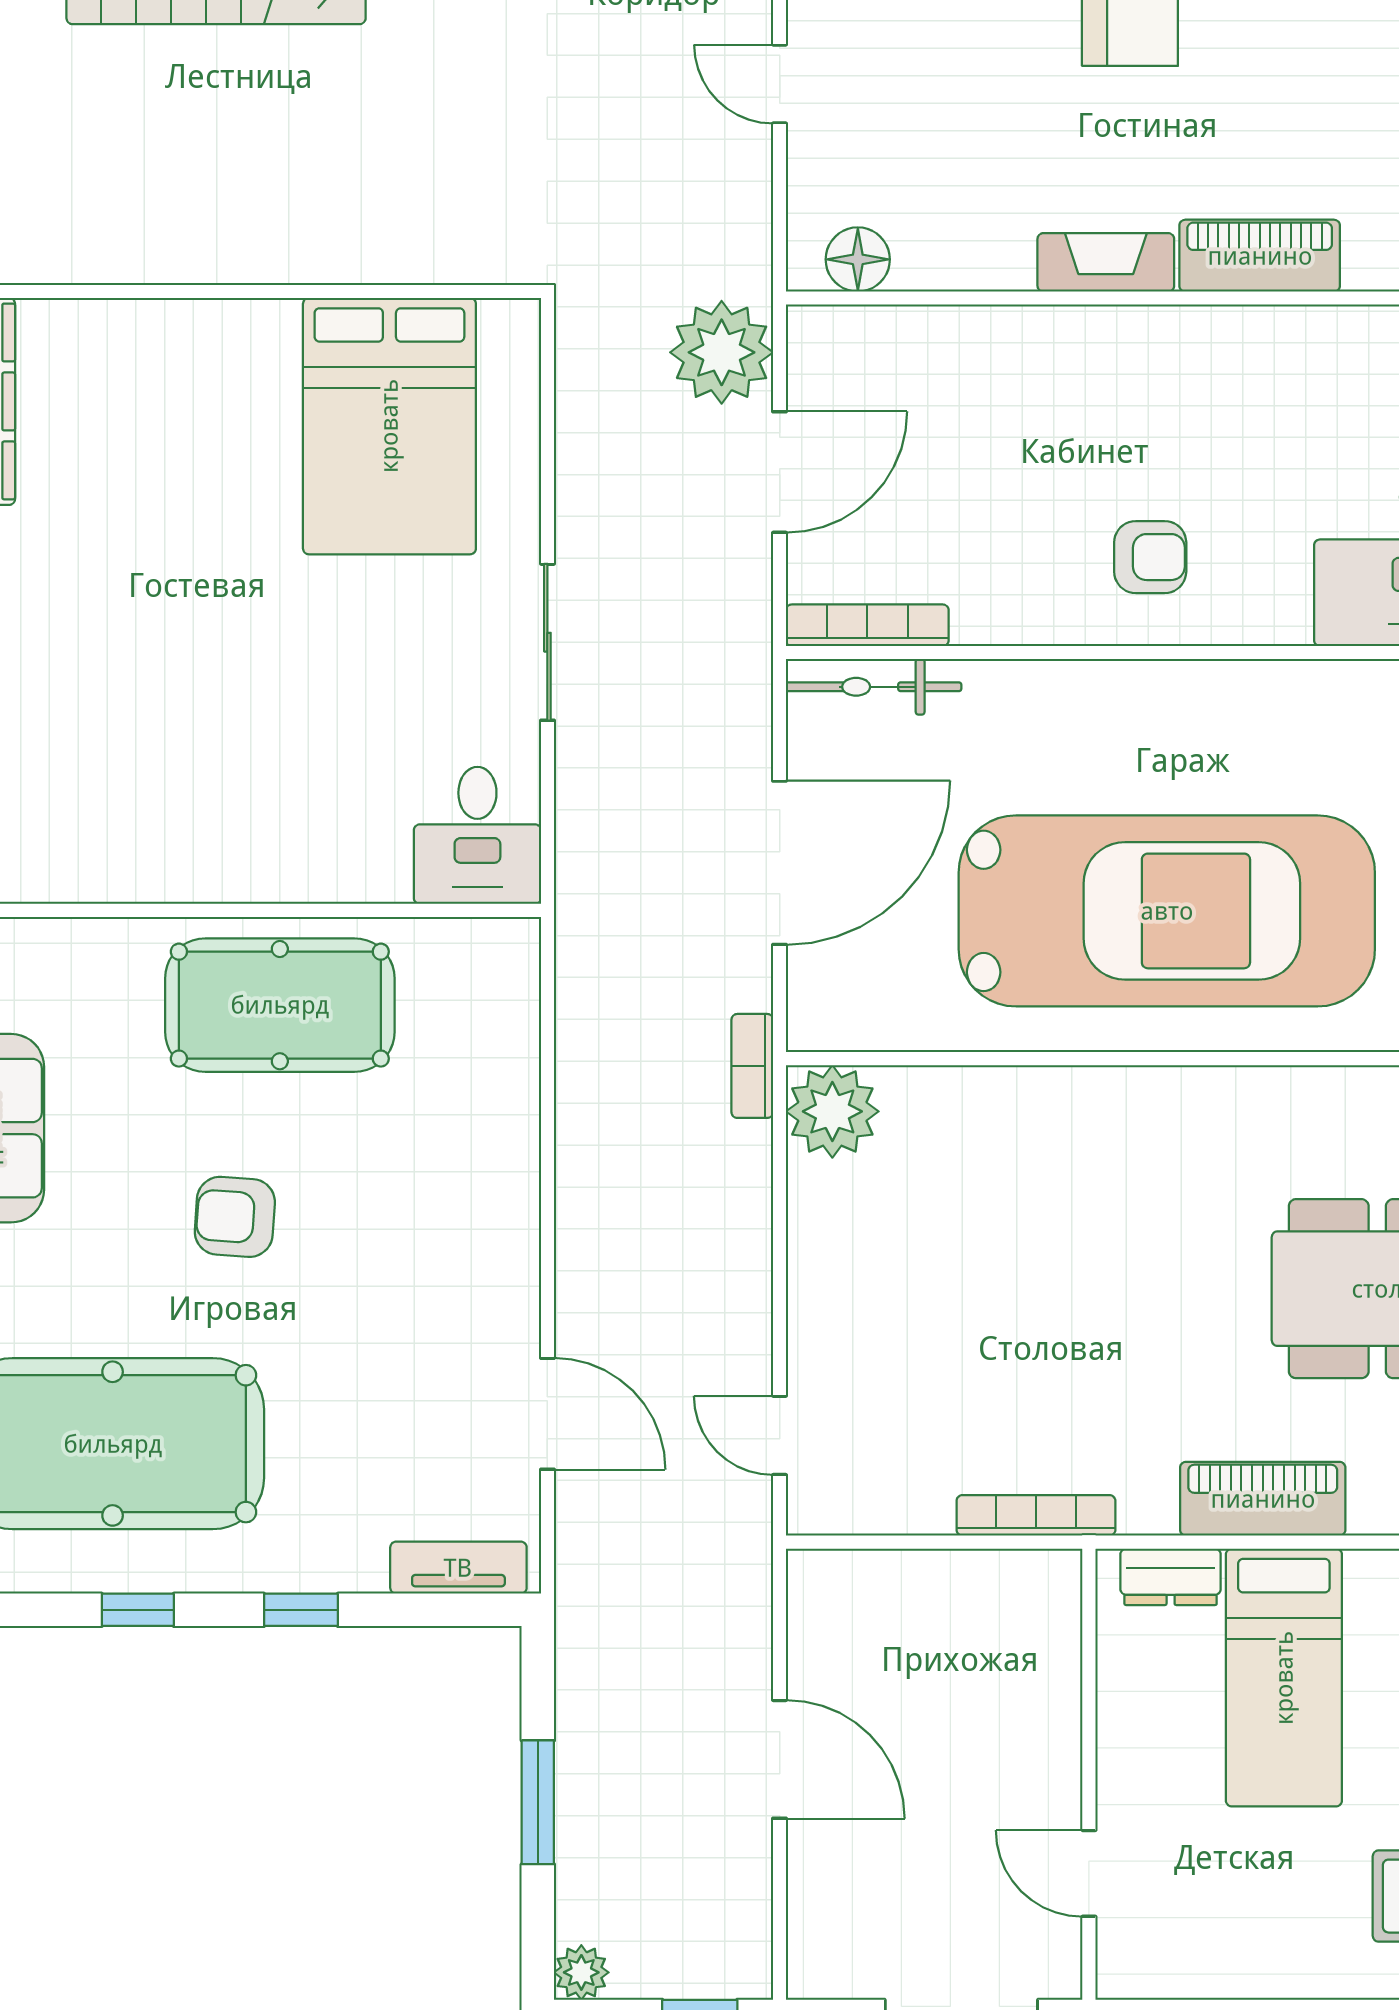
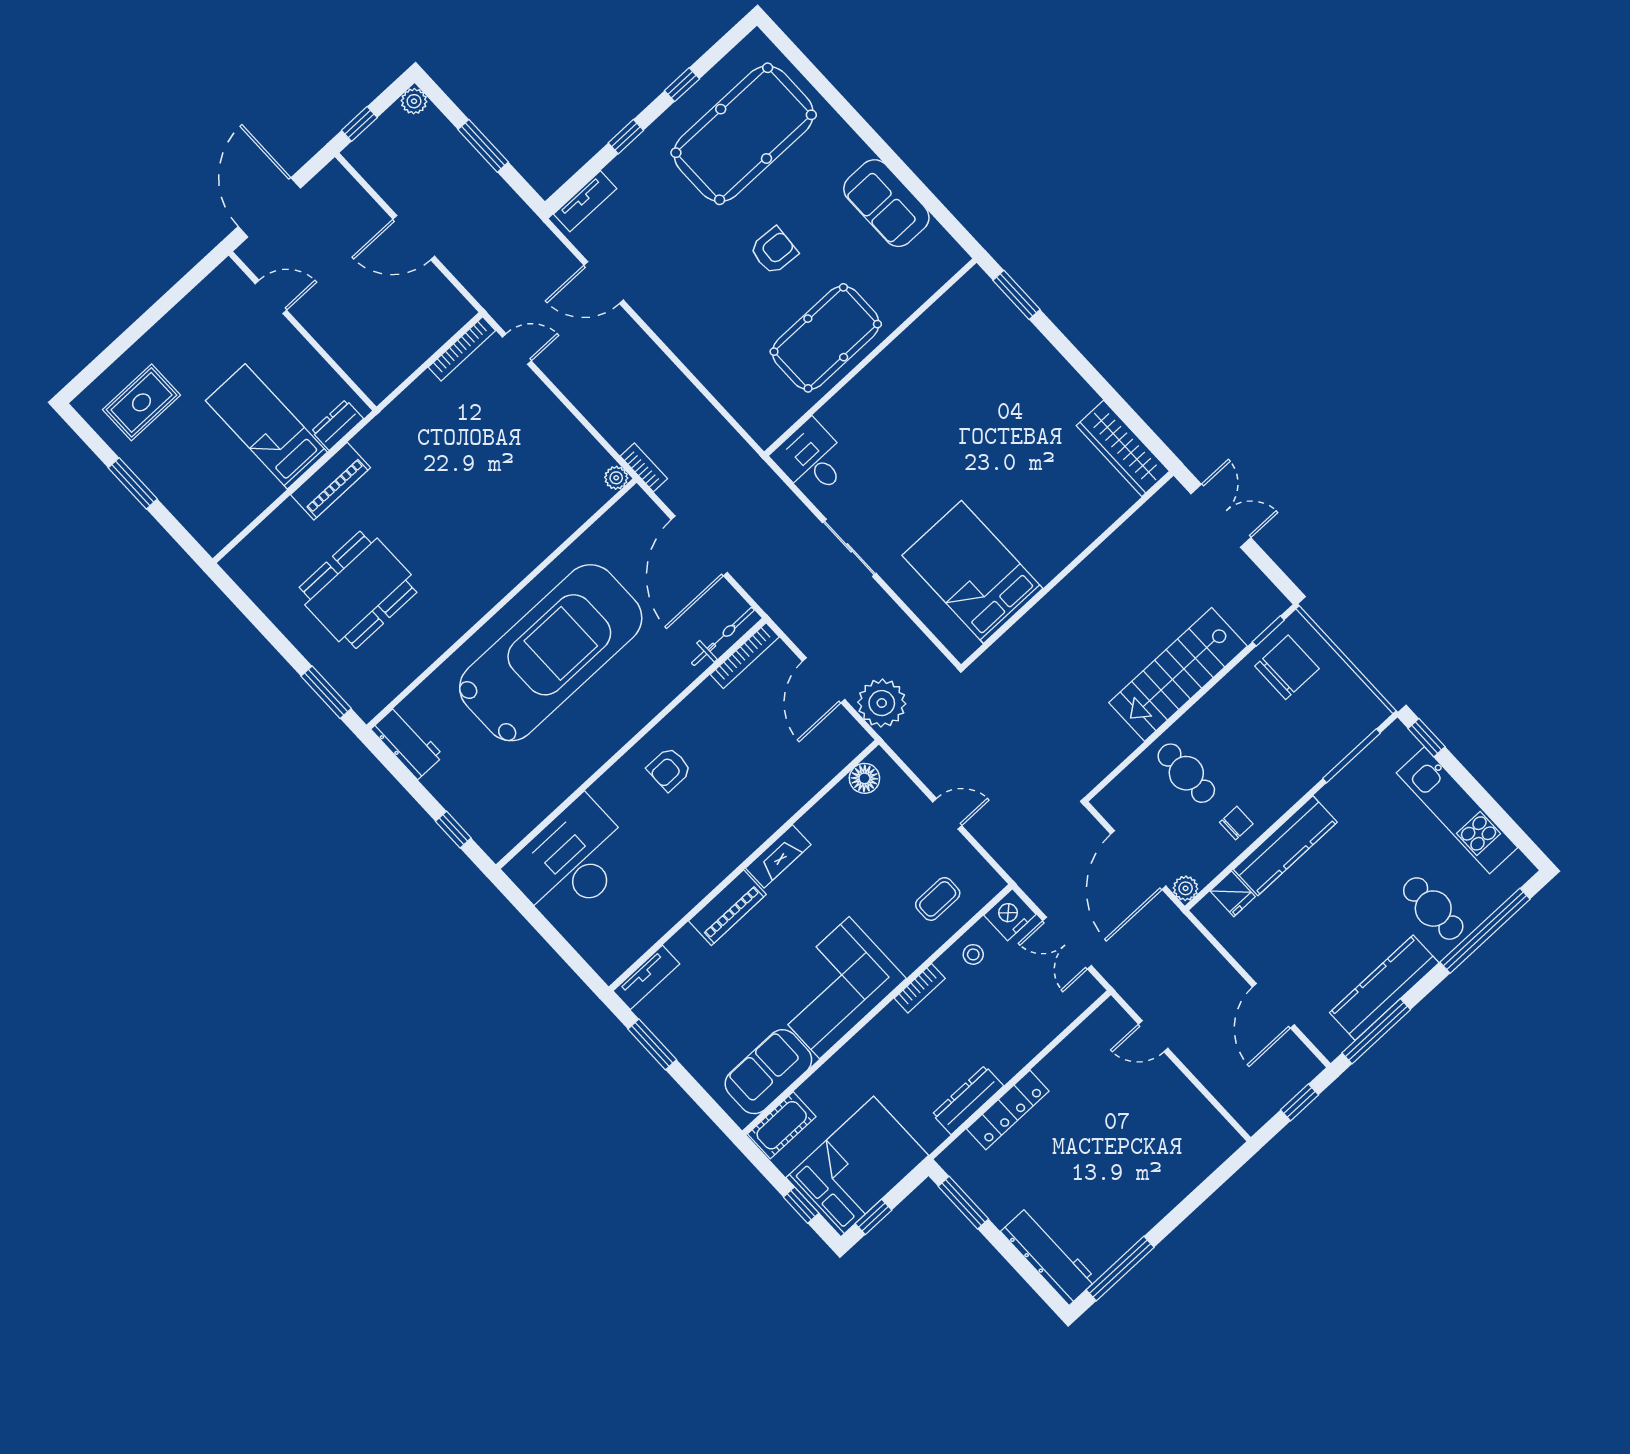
car: (1167, 911) -> (551, 653), turned 180
plant: (832, 1111) -> (616, 478), width x0.53, depth x0.53
bookcase: (1036, 1515) -> (462, 349), moved

